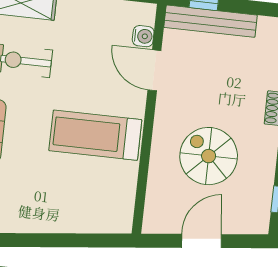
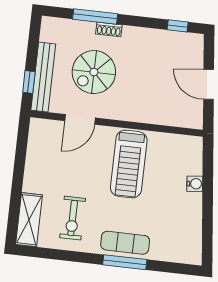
water cooler: (143, 36) -> (195, 184), moved, turned 84
spiral stairs: (209, 156) -> (94, 72), moved

